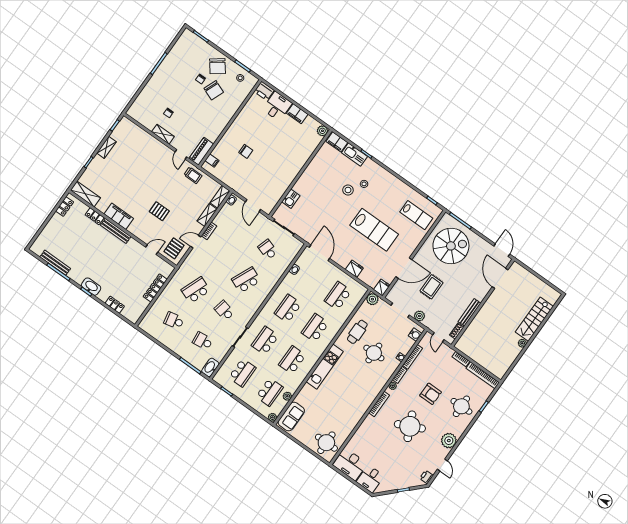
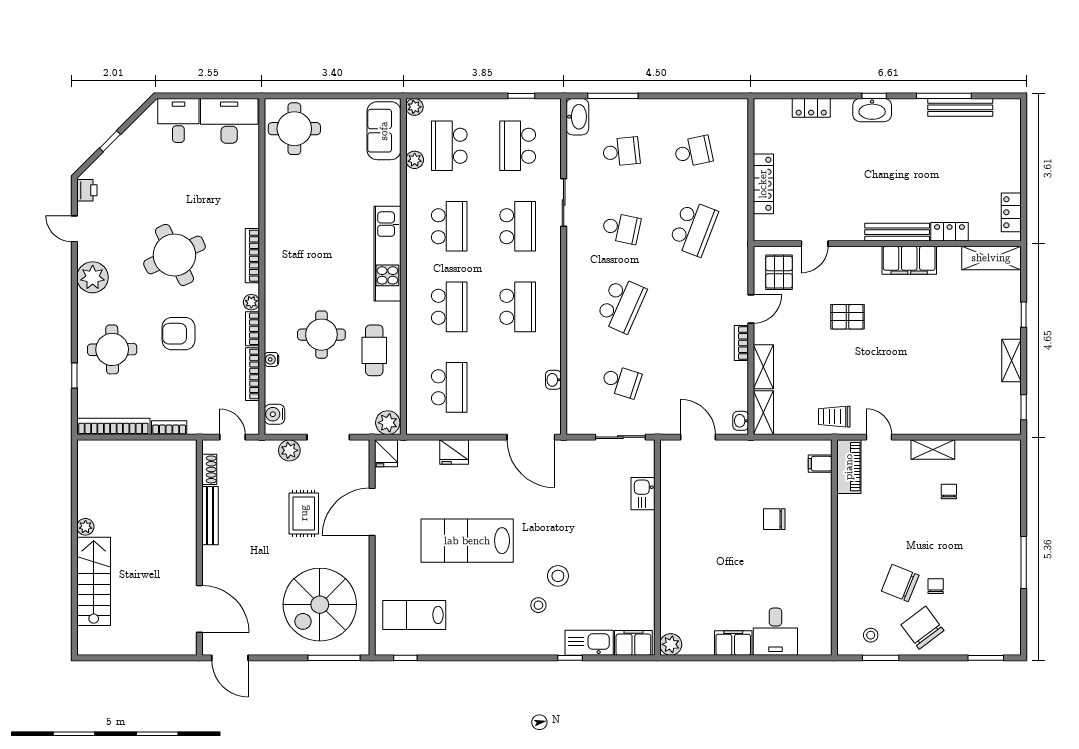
printer: (264, 91) -> (815, 642), removed

